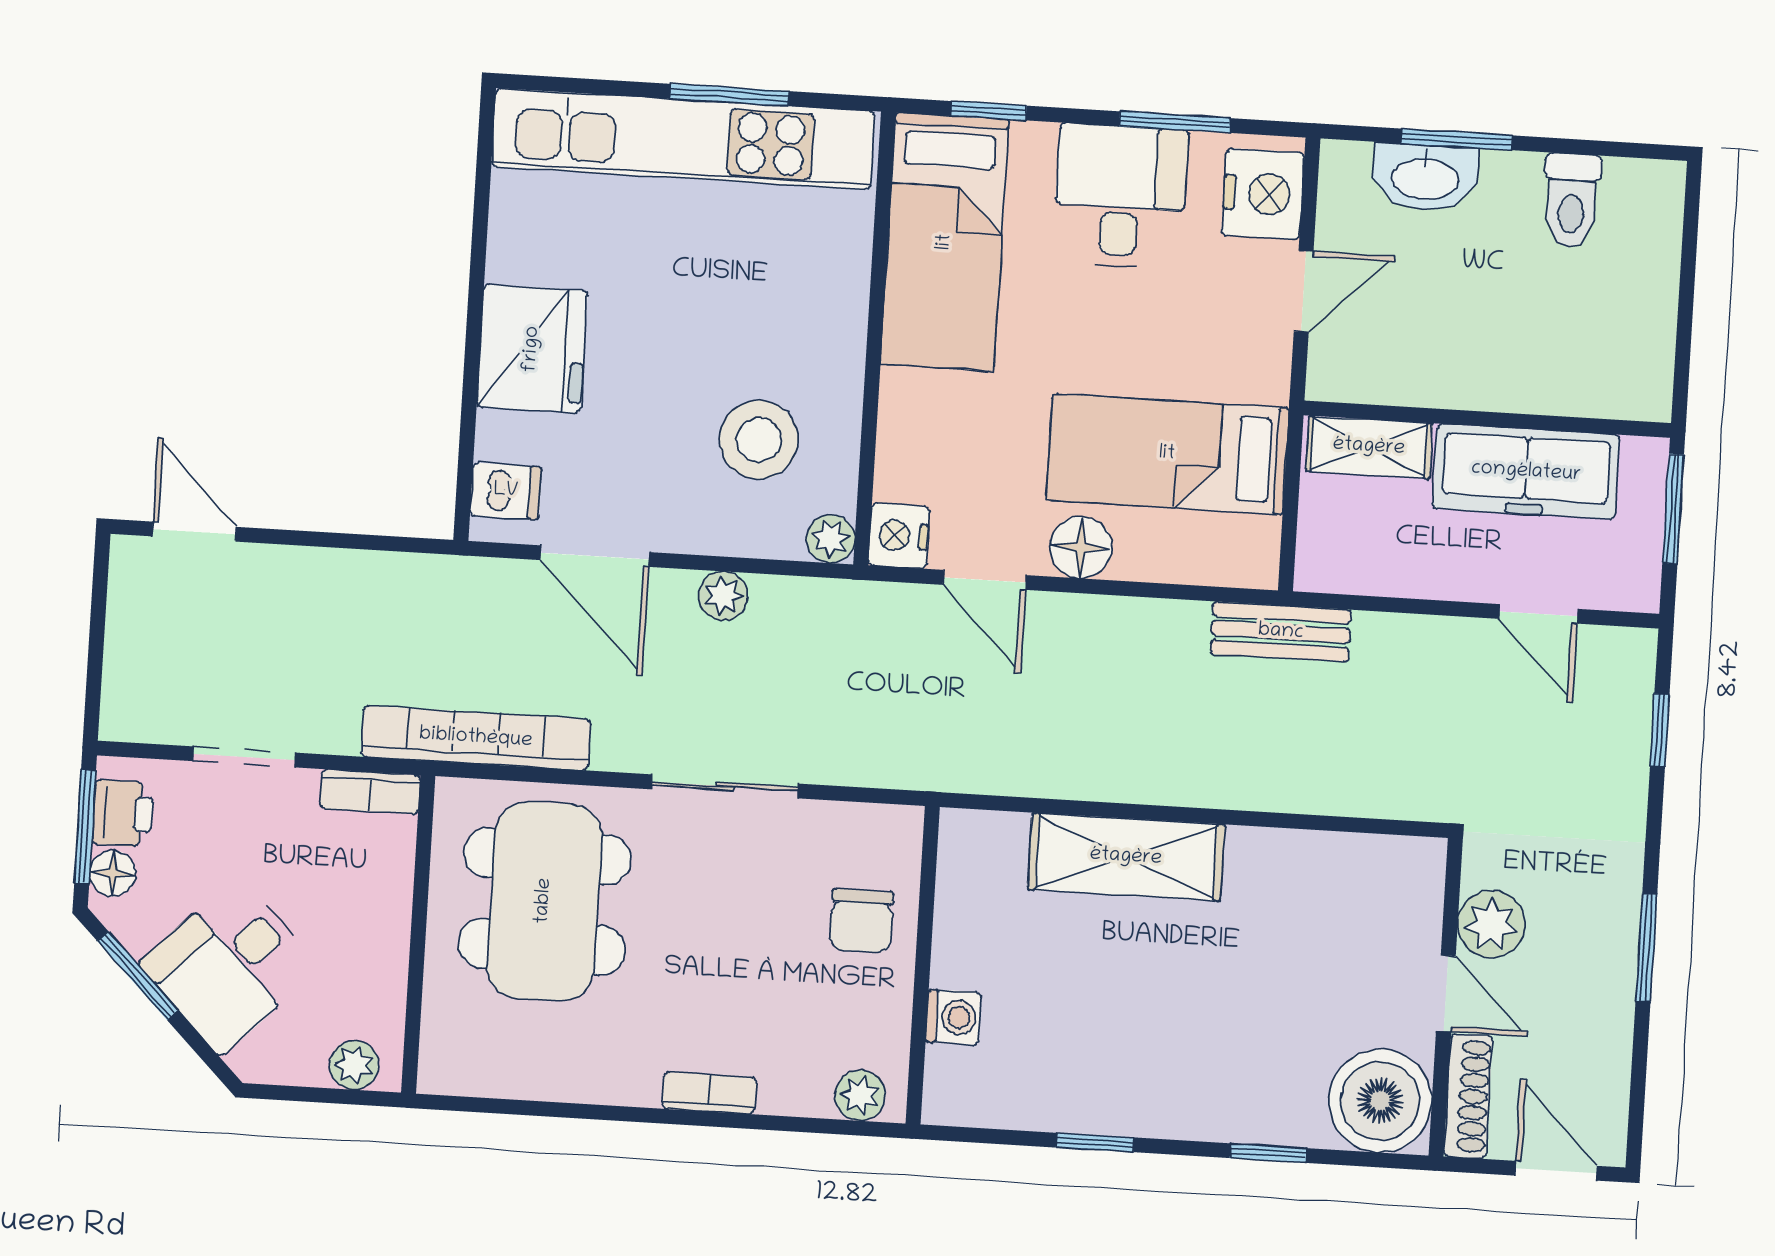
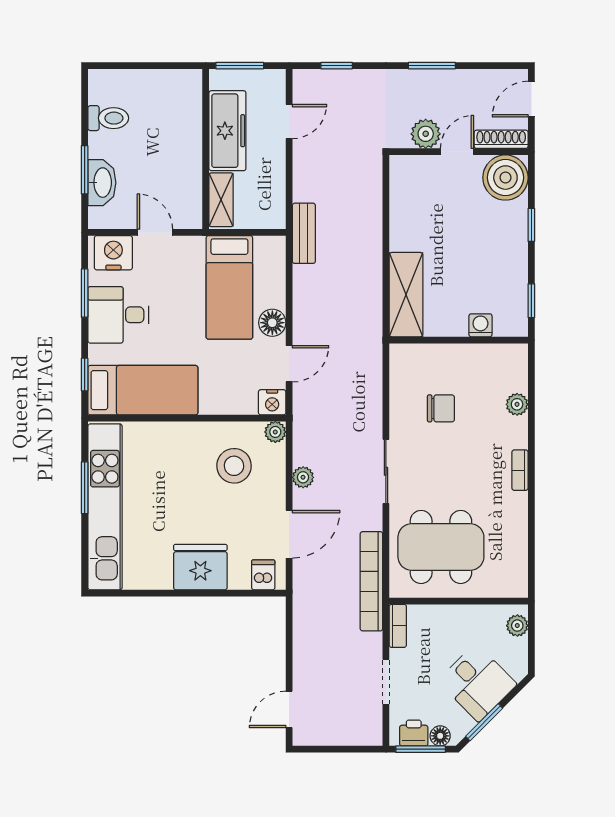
wall: (923, 965) -> (459, 340), moved
washing machine: (953, 1017) -> (480, 325), moved

